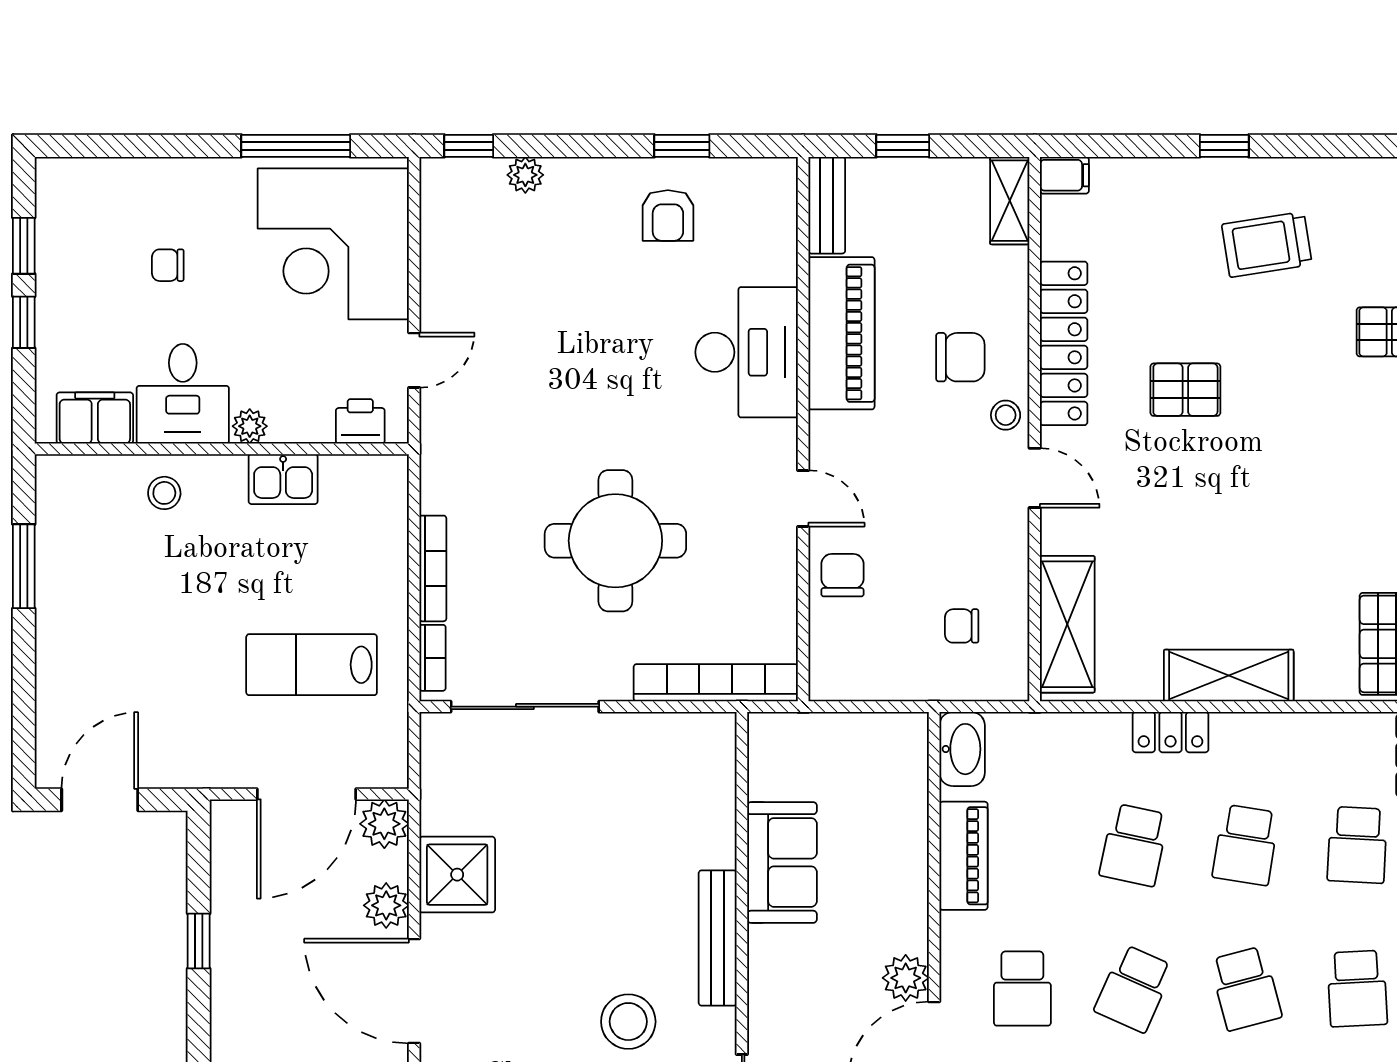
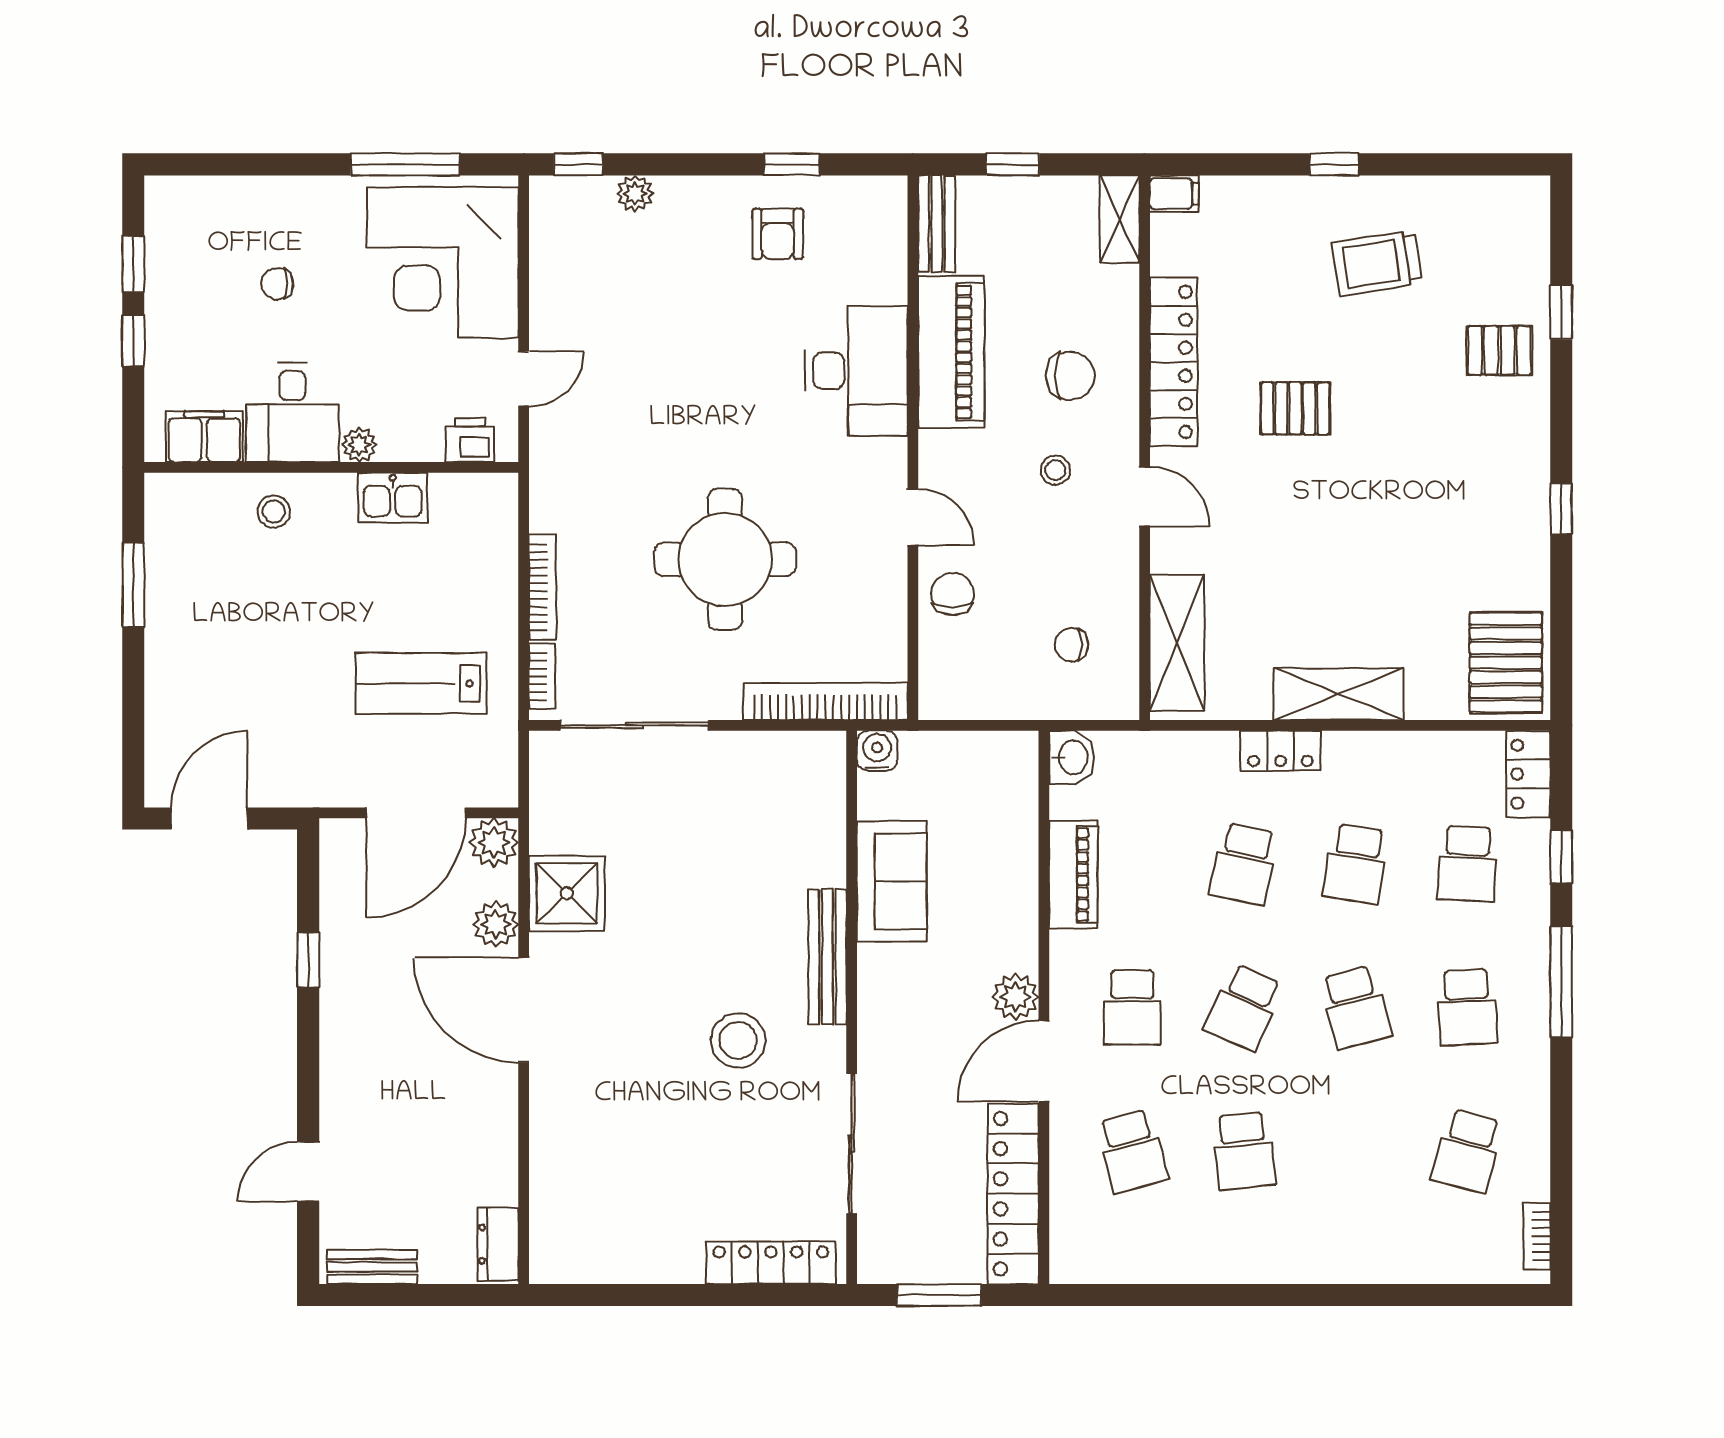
stool: (1006, 415) -> (1055, 470), moved
water cooler: (767, 732) -> (877, 751), added
washbasin: (962, 749) -> (1072, 757), width x0.72

